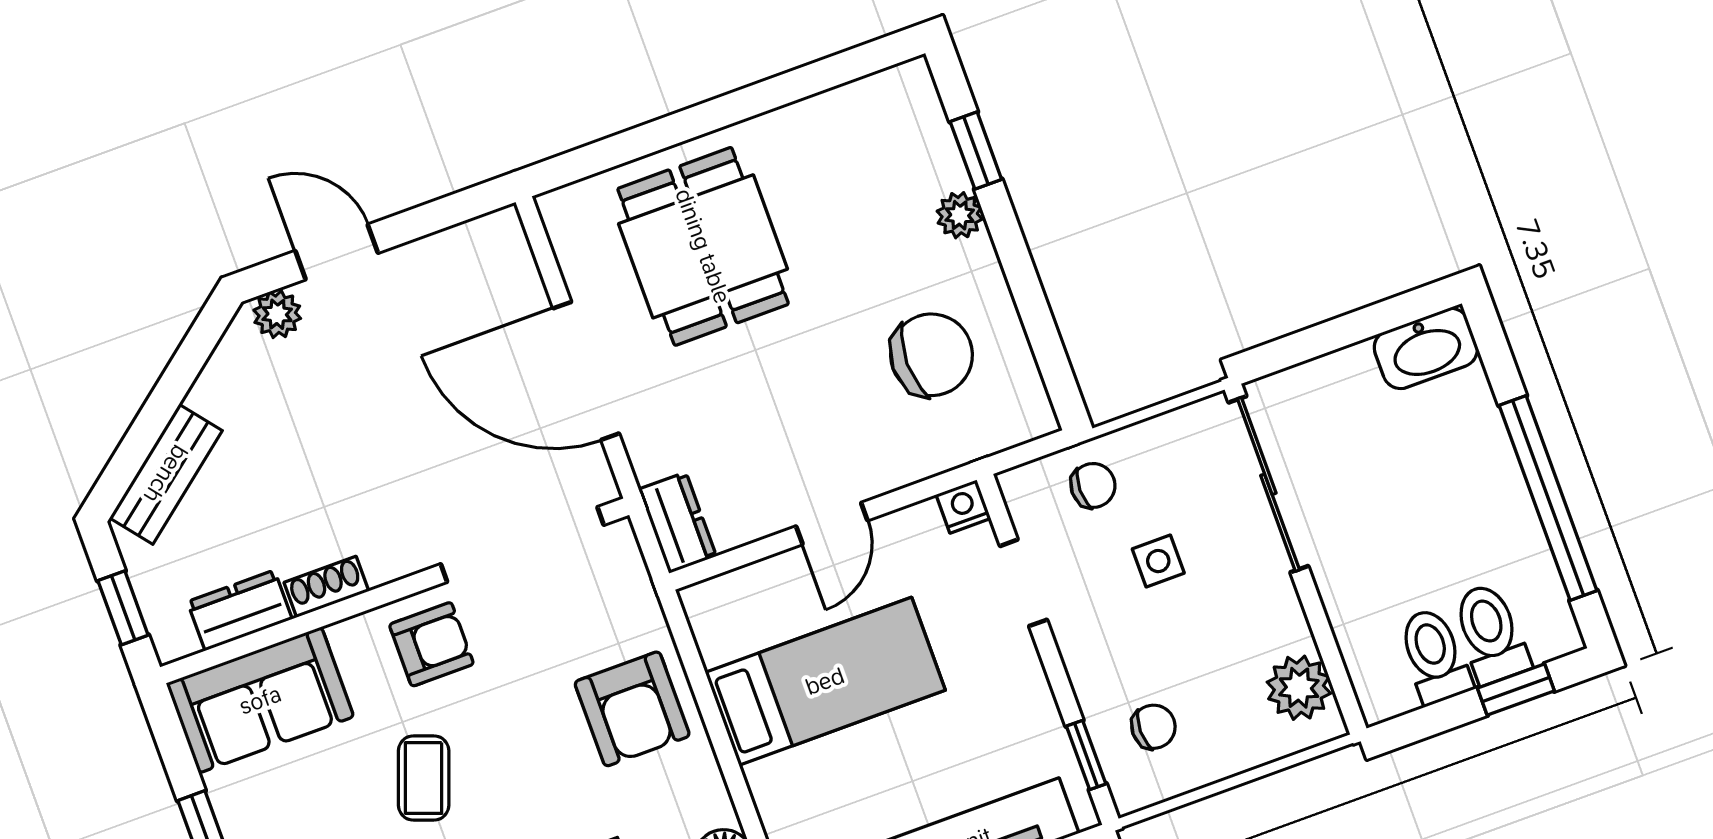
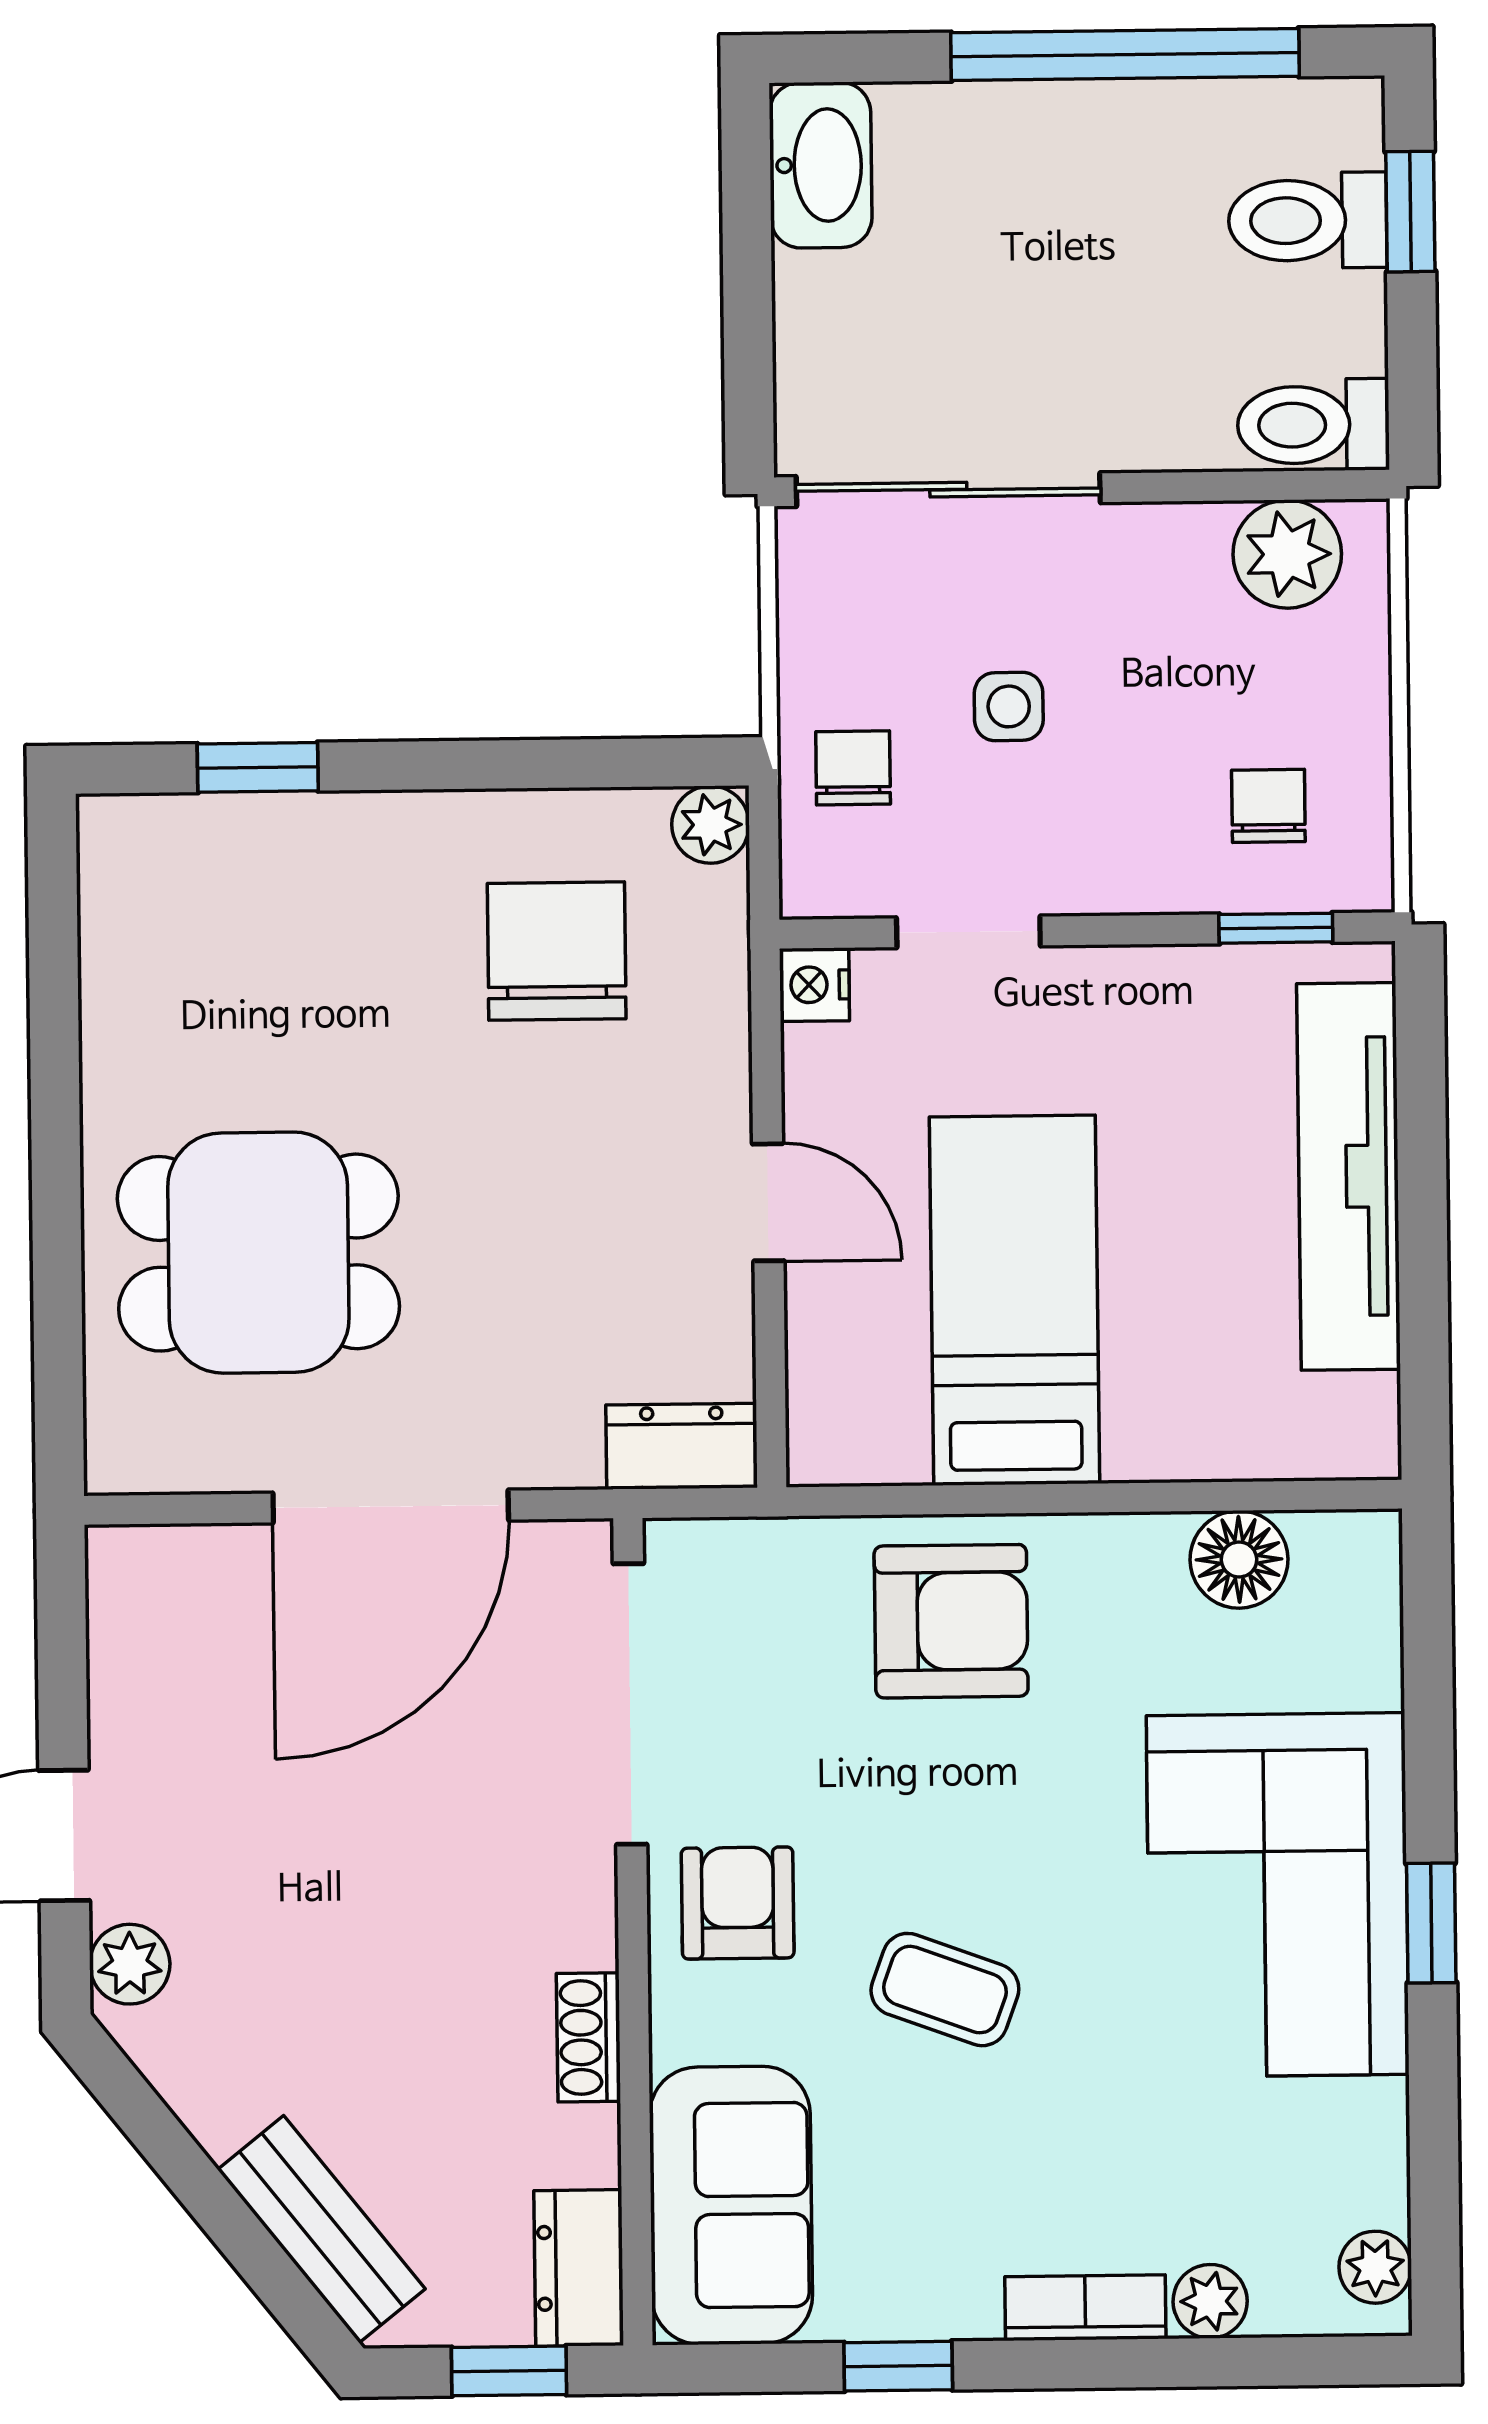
plant: (960, 215) -> (710, 825), moved
dresser: (240, 610) -> (579, 2268), moved
toilet: (1435, 656) -> (1313, 425), moved

